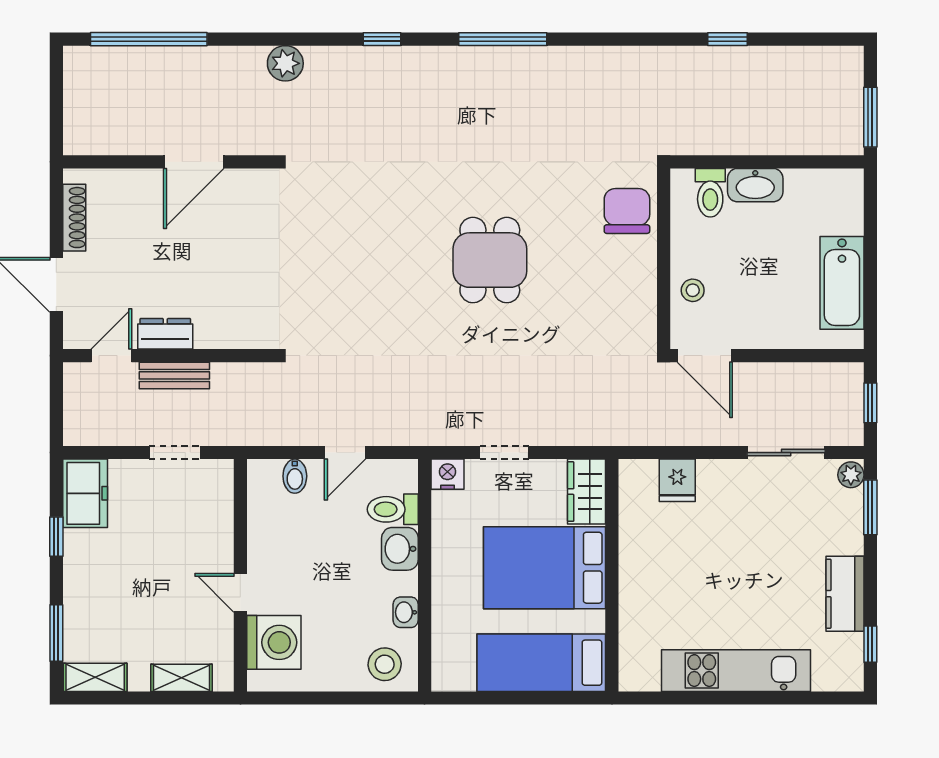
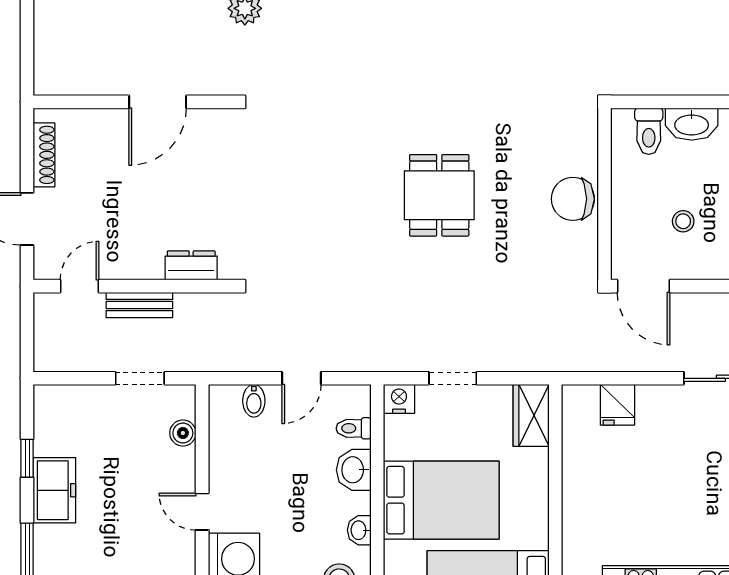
chair: (627, 211) -> (573, 199), moved, turned -90
stool: (693, 290) -> (683, 221), moved
dresser: (165, 334) -> (191, 265), moved
freezer: (85, 493) -> (54, 490), moved
toilet: (393, 509) -> (354, 428), width x0.73, depth x0.72
boiler: (220, 510) -> (183, 433), added
bed: (545, 568) -> (441, 500), moved, turned 180

